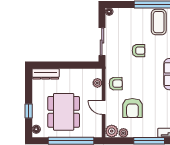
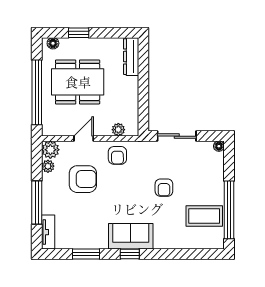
armchair: (132, 108) -> (83, 179), turned 180

